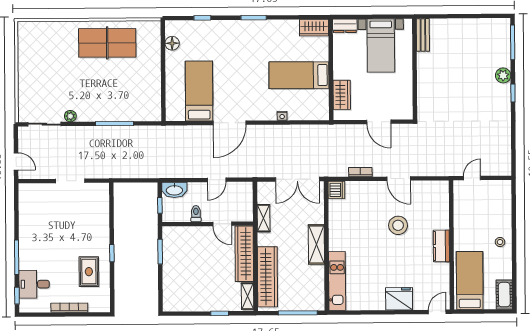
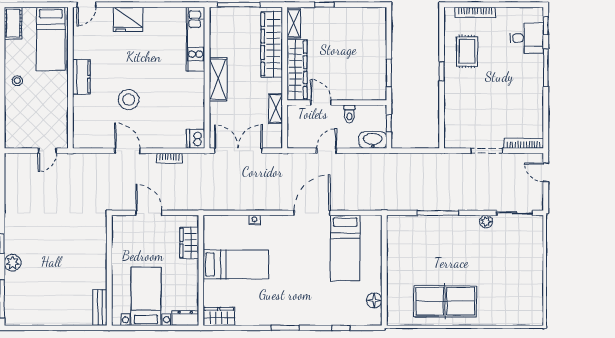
bookcase: (36, 188) -> (524, 143), added
bookcase: (69, 308) -> (475, 12), moved

